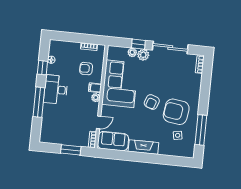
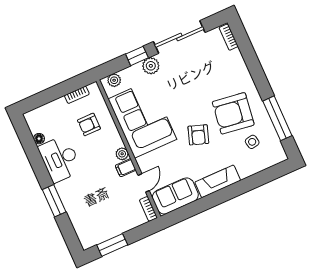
plant: (132, 52) -> (114, 80), moved
window: (42, 68) -> (34, 155), removed
filing cabinet: (95, 88) -> (126, 168), moved
desk: (56, 90) -> (60, 159), moved
window: (39, 102) -> (54, 201), width x0.69
armchair: (152, 102) -> (198, 135), moved
window: (71, 150) -> (112, 245), moved

